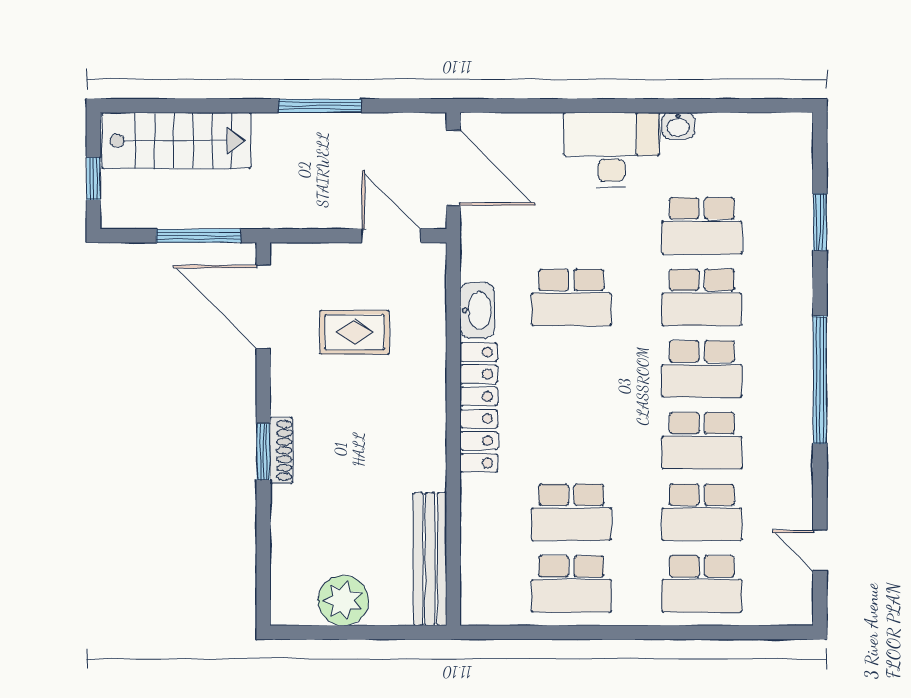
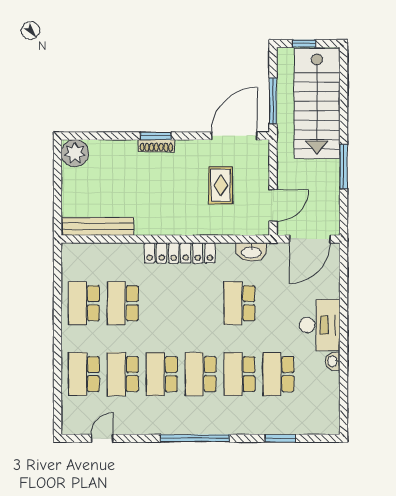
stairs: (177, 141) -> (317, 104), width x1.36, depth x1.51
washbasin: (477, 310) -> (251, 252), moved
plant: (343, 601) -> (75, 153), moved

